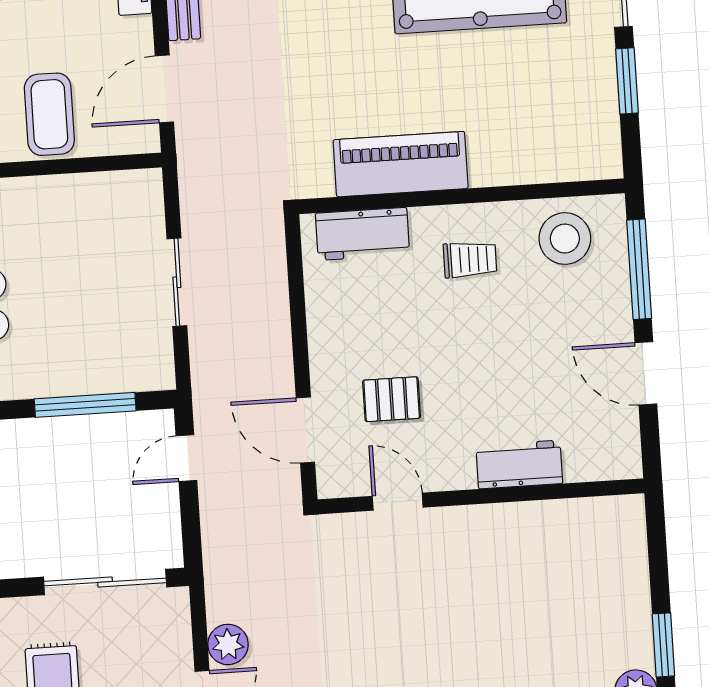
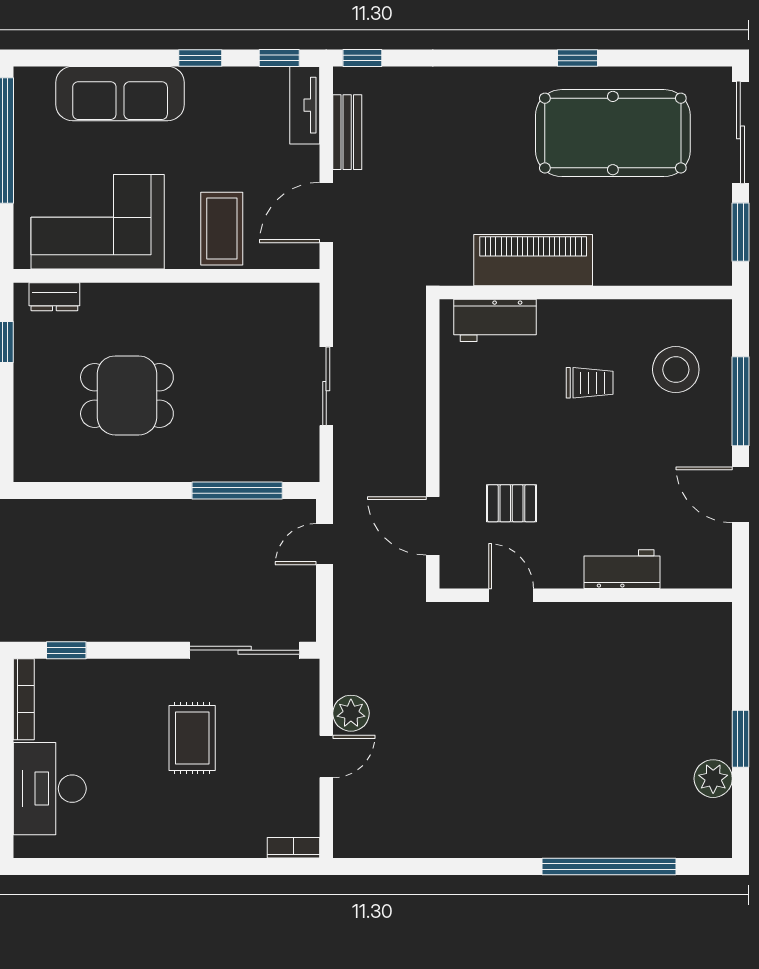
piano: (401, 164) -> (533, 260), moved
wall: (461, 196) -> (586, 293), moved
workbench: (362, 234) -> (495, 320), moved

